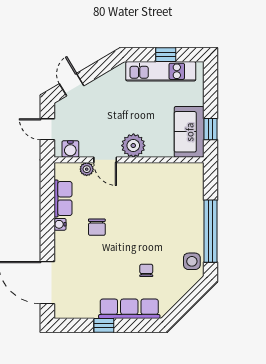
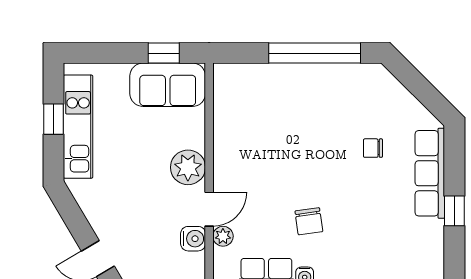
water cooler: (70, 149) -> (193, 239), moved
chair: (97, 227) -> (309, 221), turned 82
side table: (192, 261) -> (359, 81), removed

